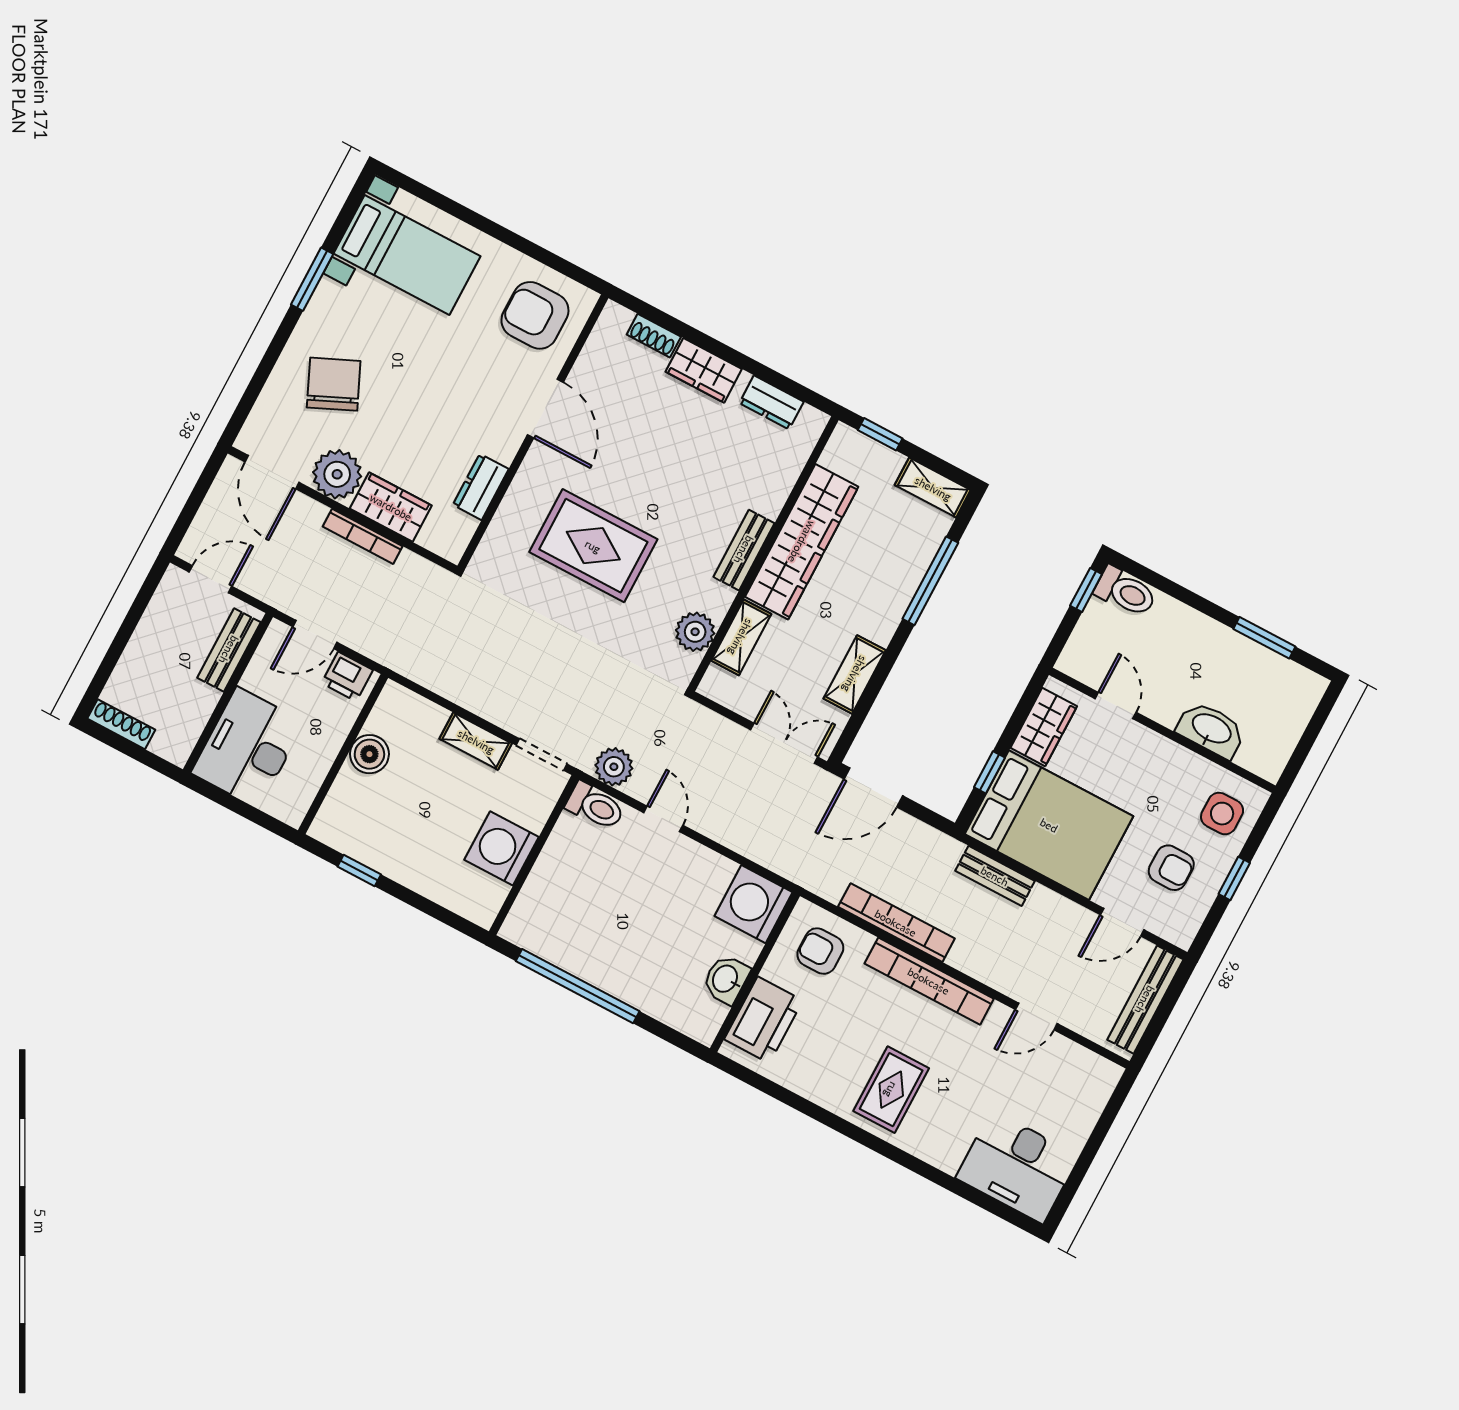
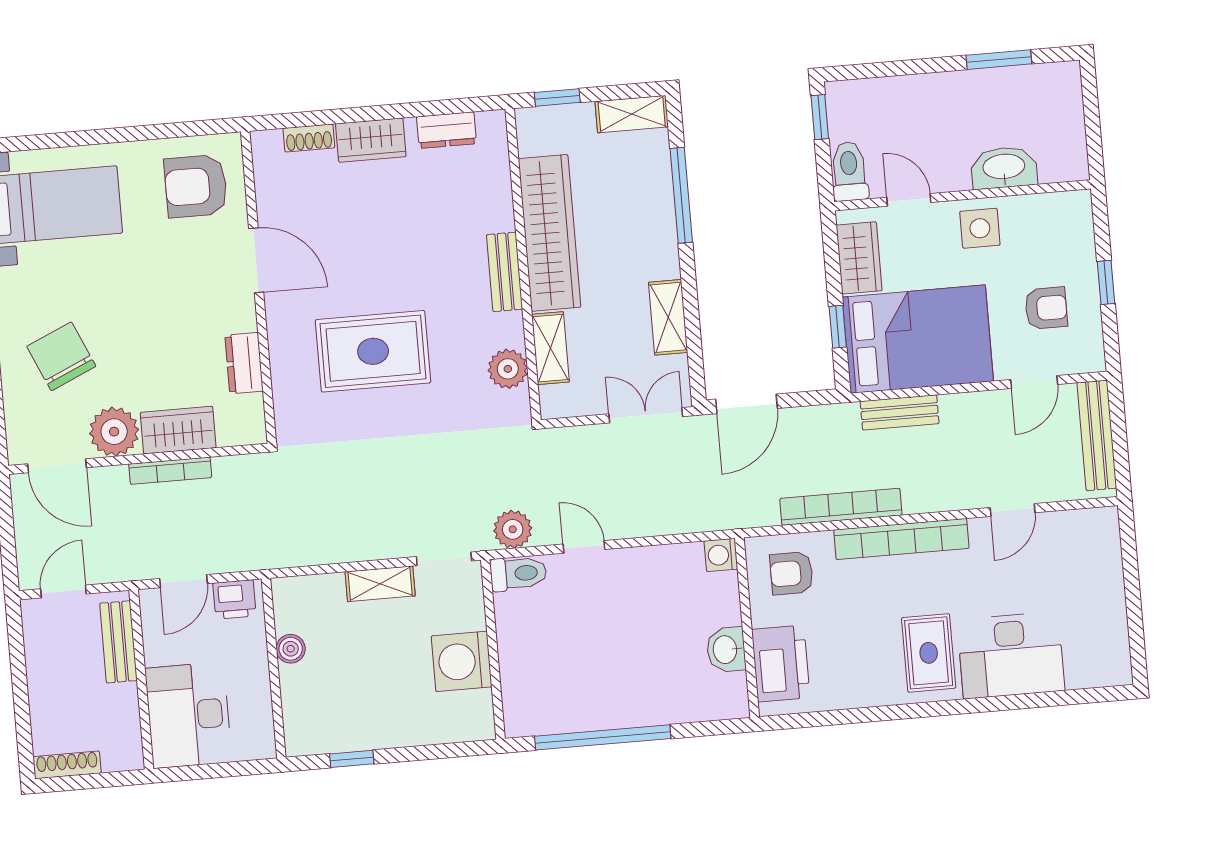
toilet: (1125, 592) -> (849, 171), moved, turned -90
boiler: (369, 754) -> (291, 649), width x0.73, depth x0.73
side table: (1222, 814) -> (980, 228), moved
washing machine: (754, 904) -> (721, 555), width x0.53, depth x0.53
desk: (1017, 1167) -> (1011, 655), moved

